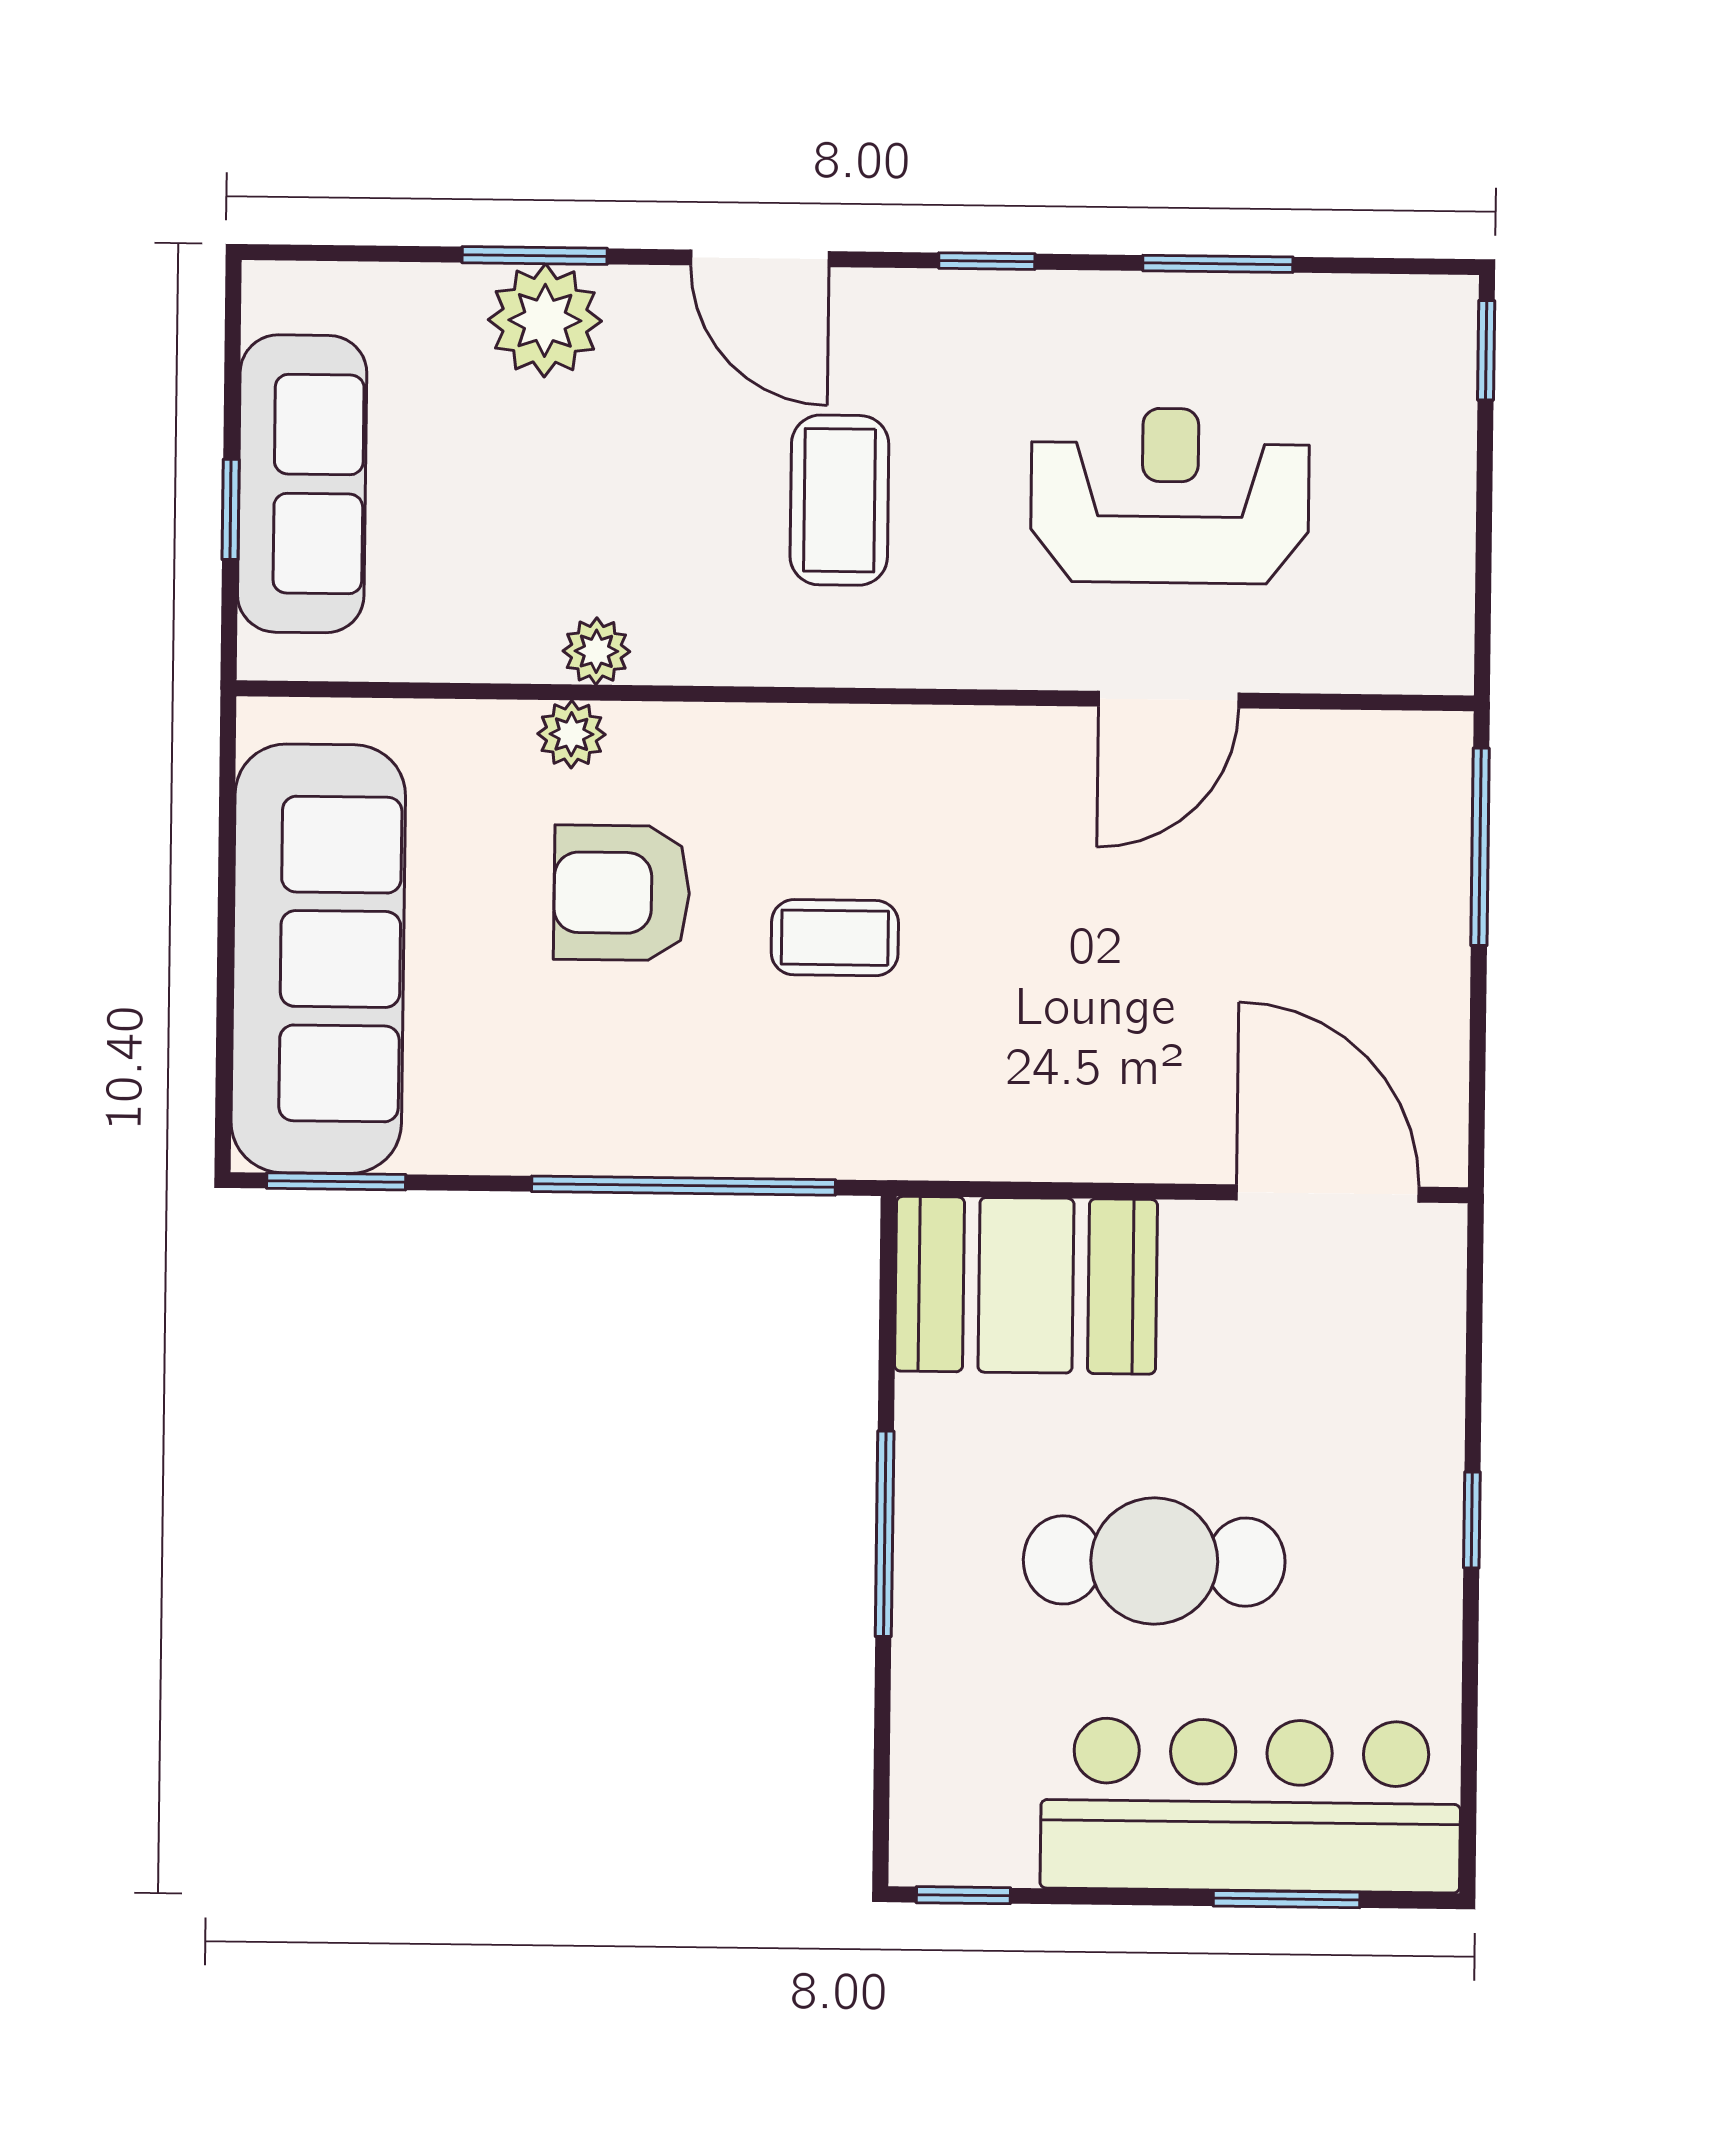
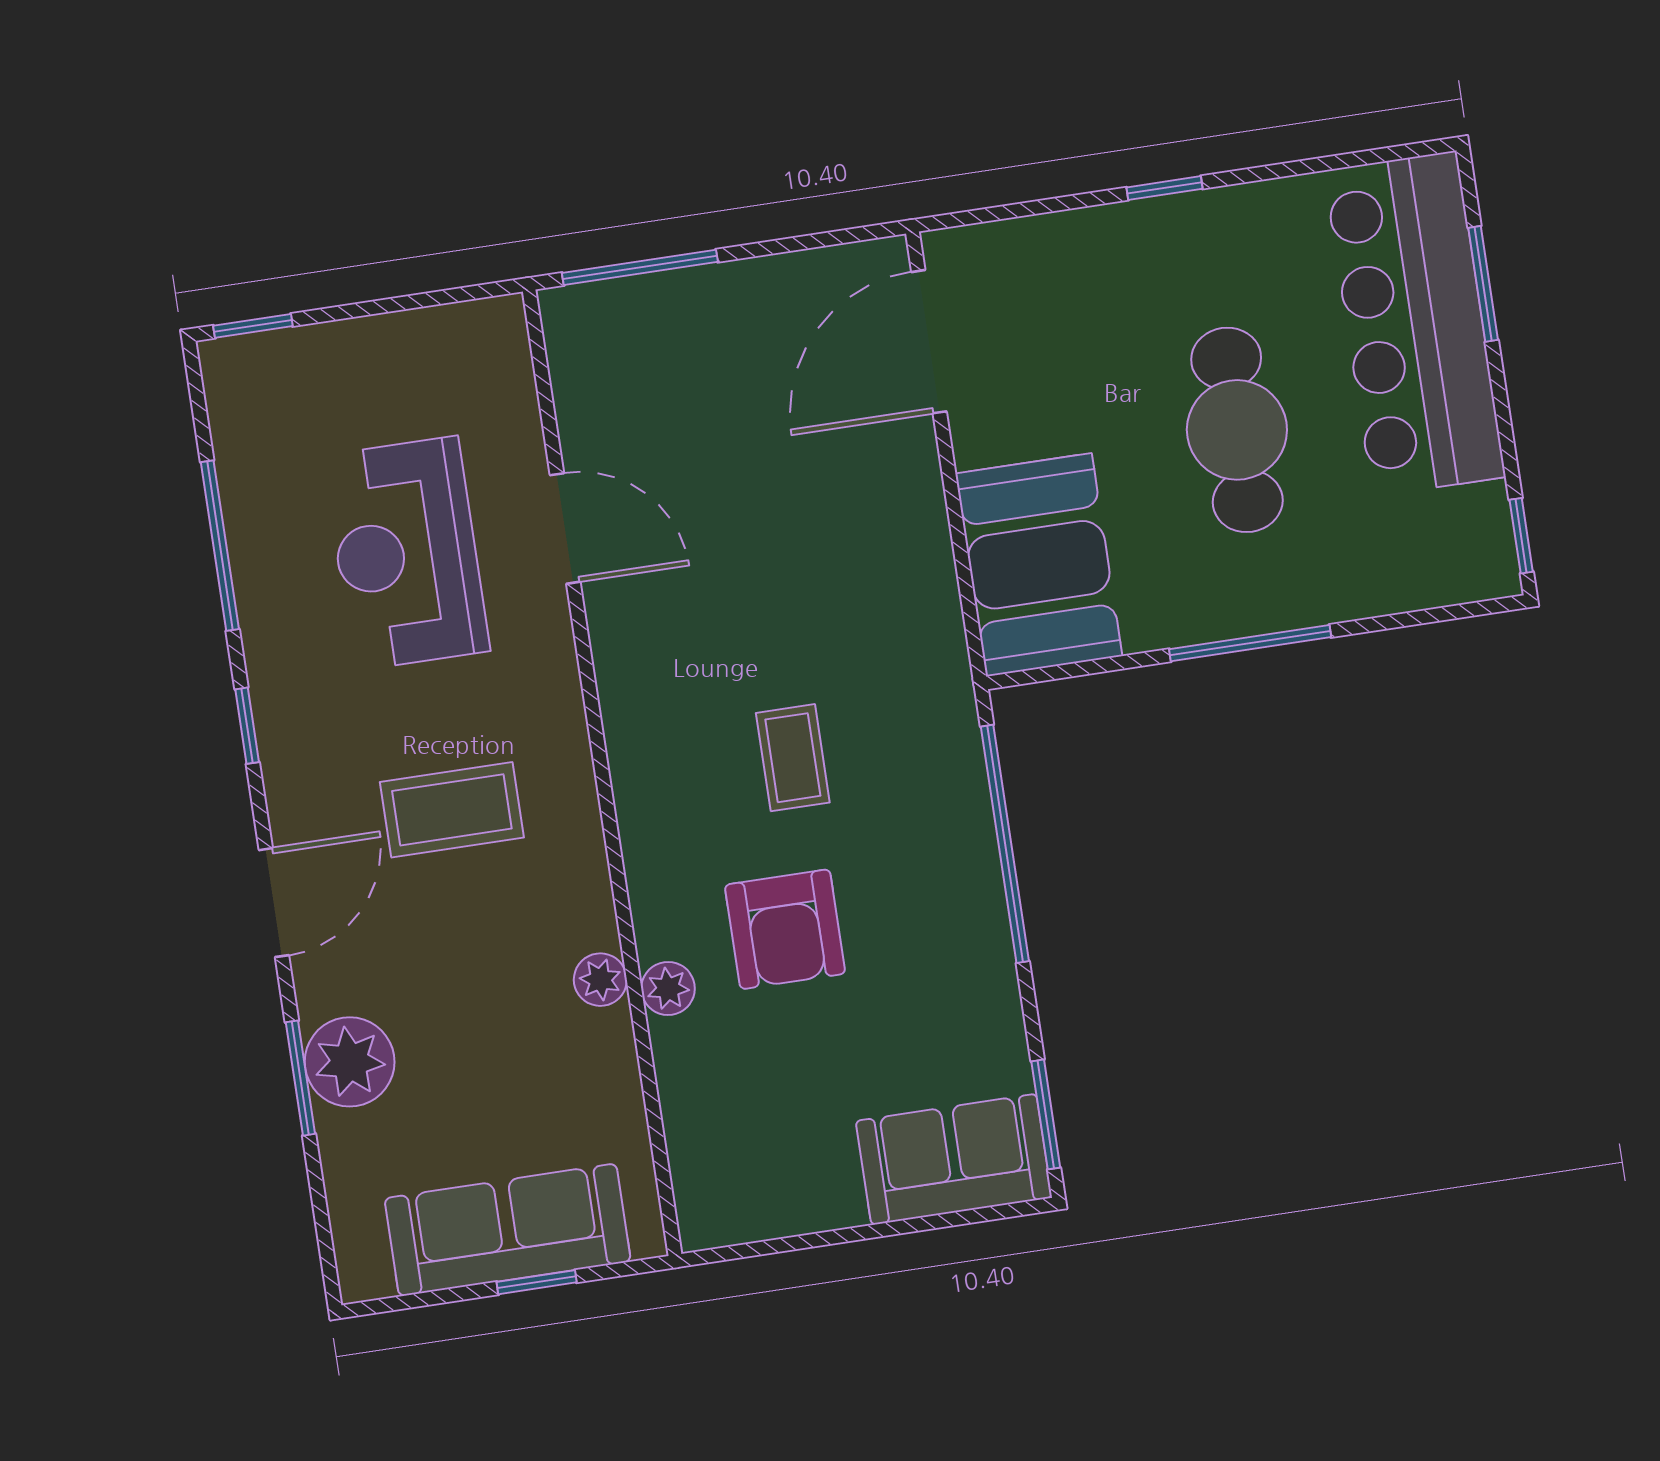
window: (1218, 264) -> (220, 546), width x1.44
sofa: (318, 959) -> (954, 1159), width x0.54, depth x0.79

